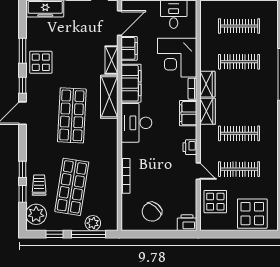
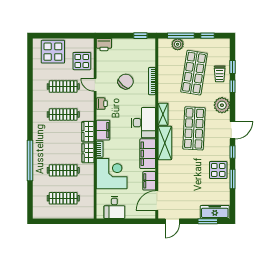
shelving: (111, 60) -> (163, 114), moved
chair: (152, 212) -> (126, 82), moved
plant: (36, 214) -> (222, 105), moved
window: (140, 234) -> (140, 36), added

